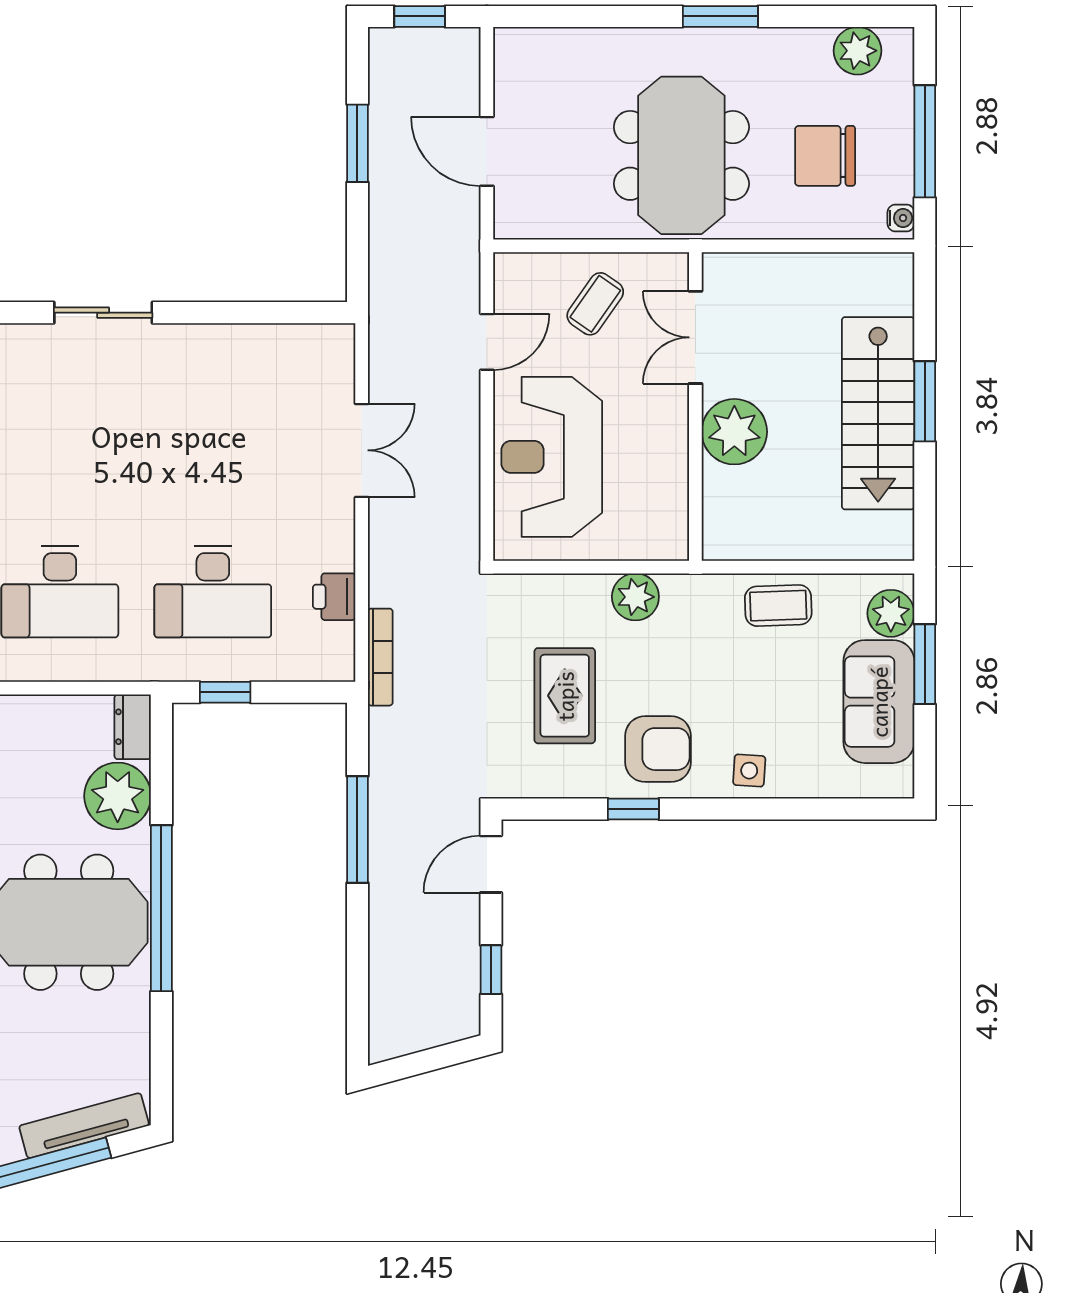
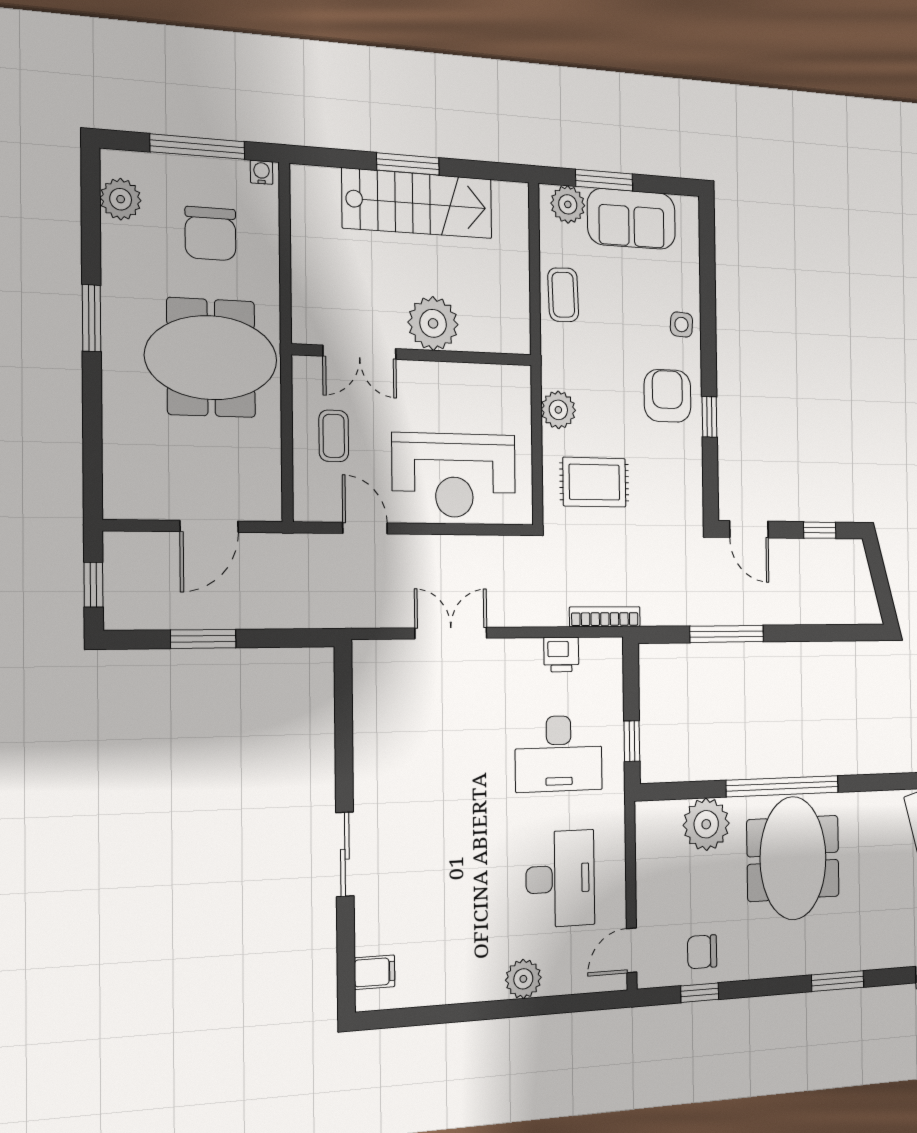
coffee table: (595, 304) -> (334, 436), turned 55
desk: (213, 592) -> (559, 754), turned 90
rug: (565, 696) -> (594, 482), moved
dresser: (133, 727) -> (657, 815), removed

